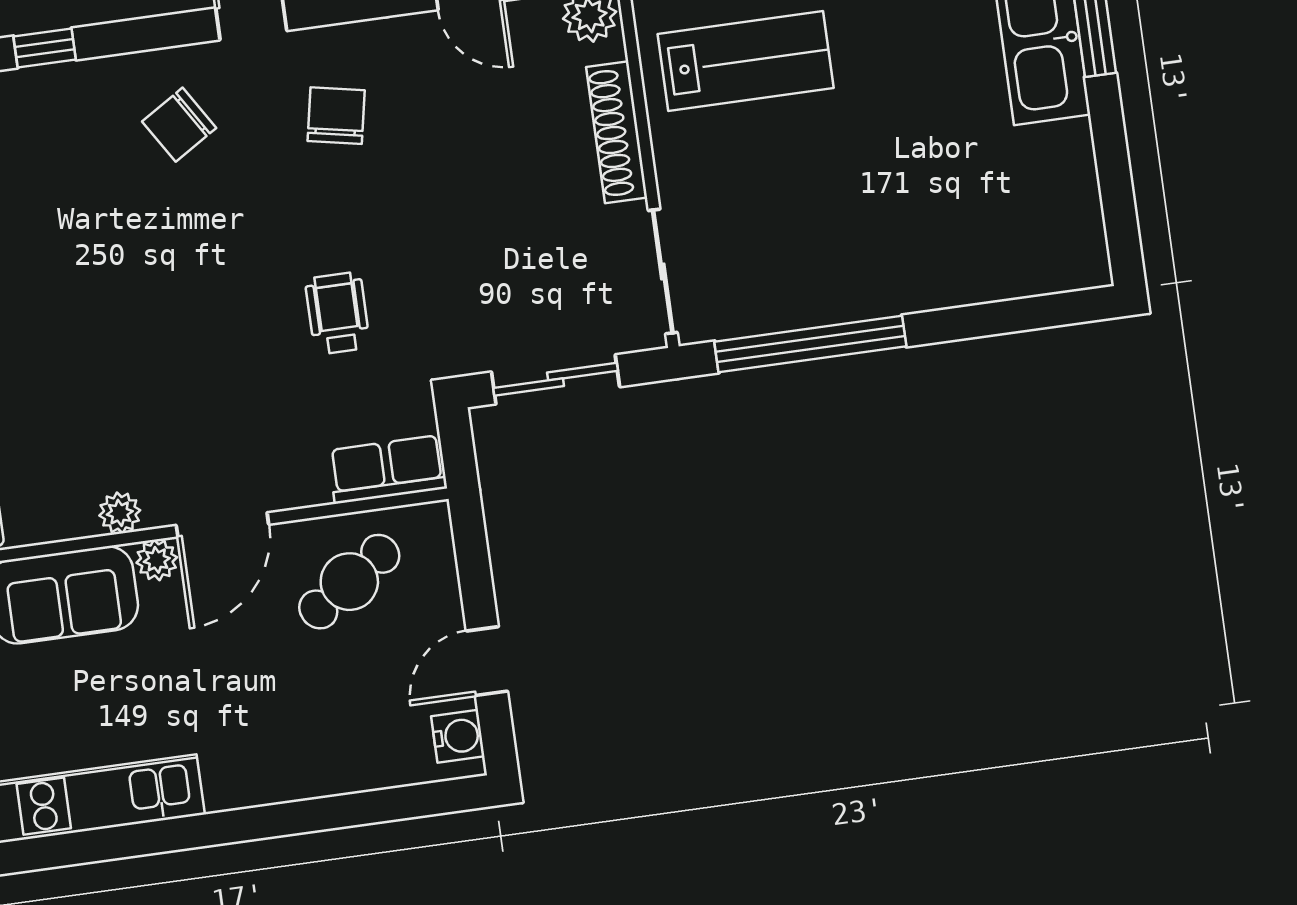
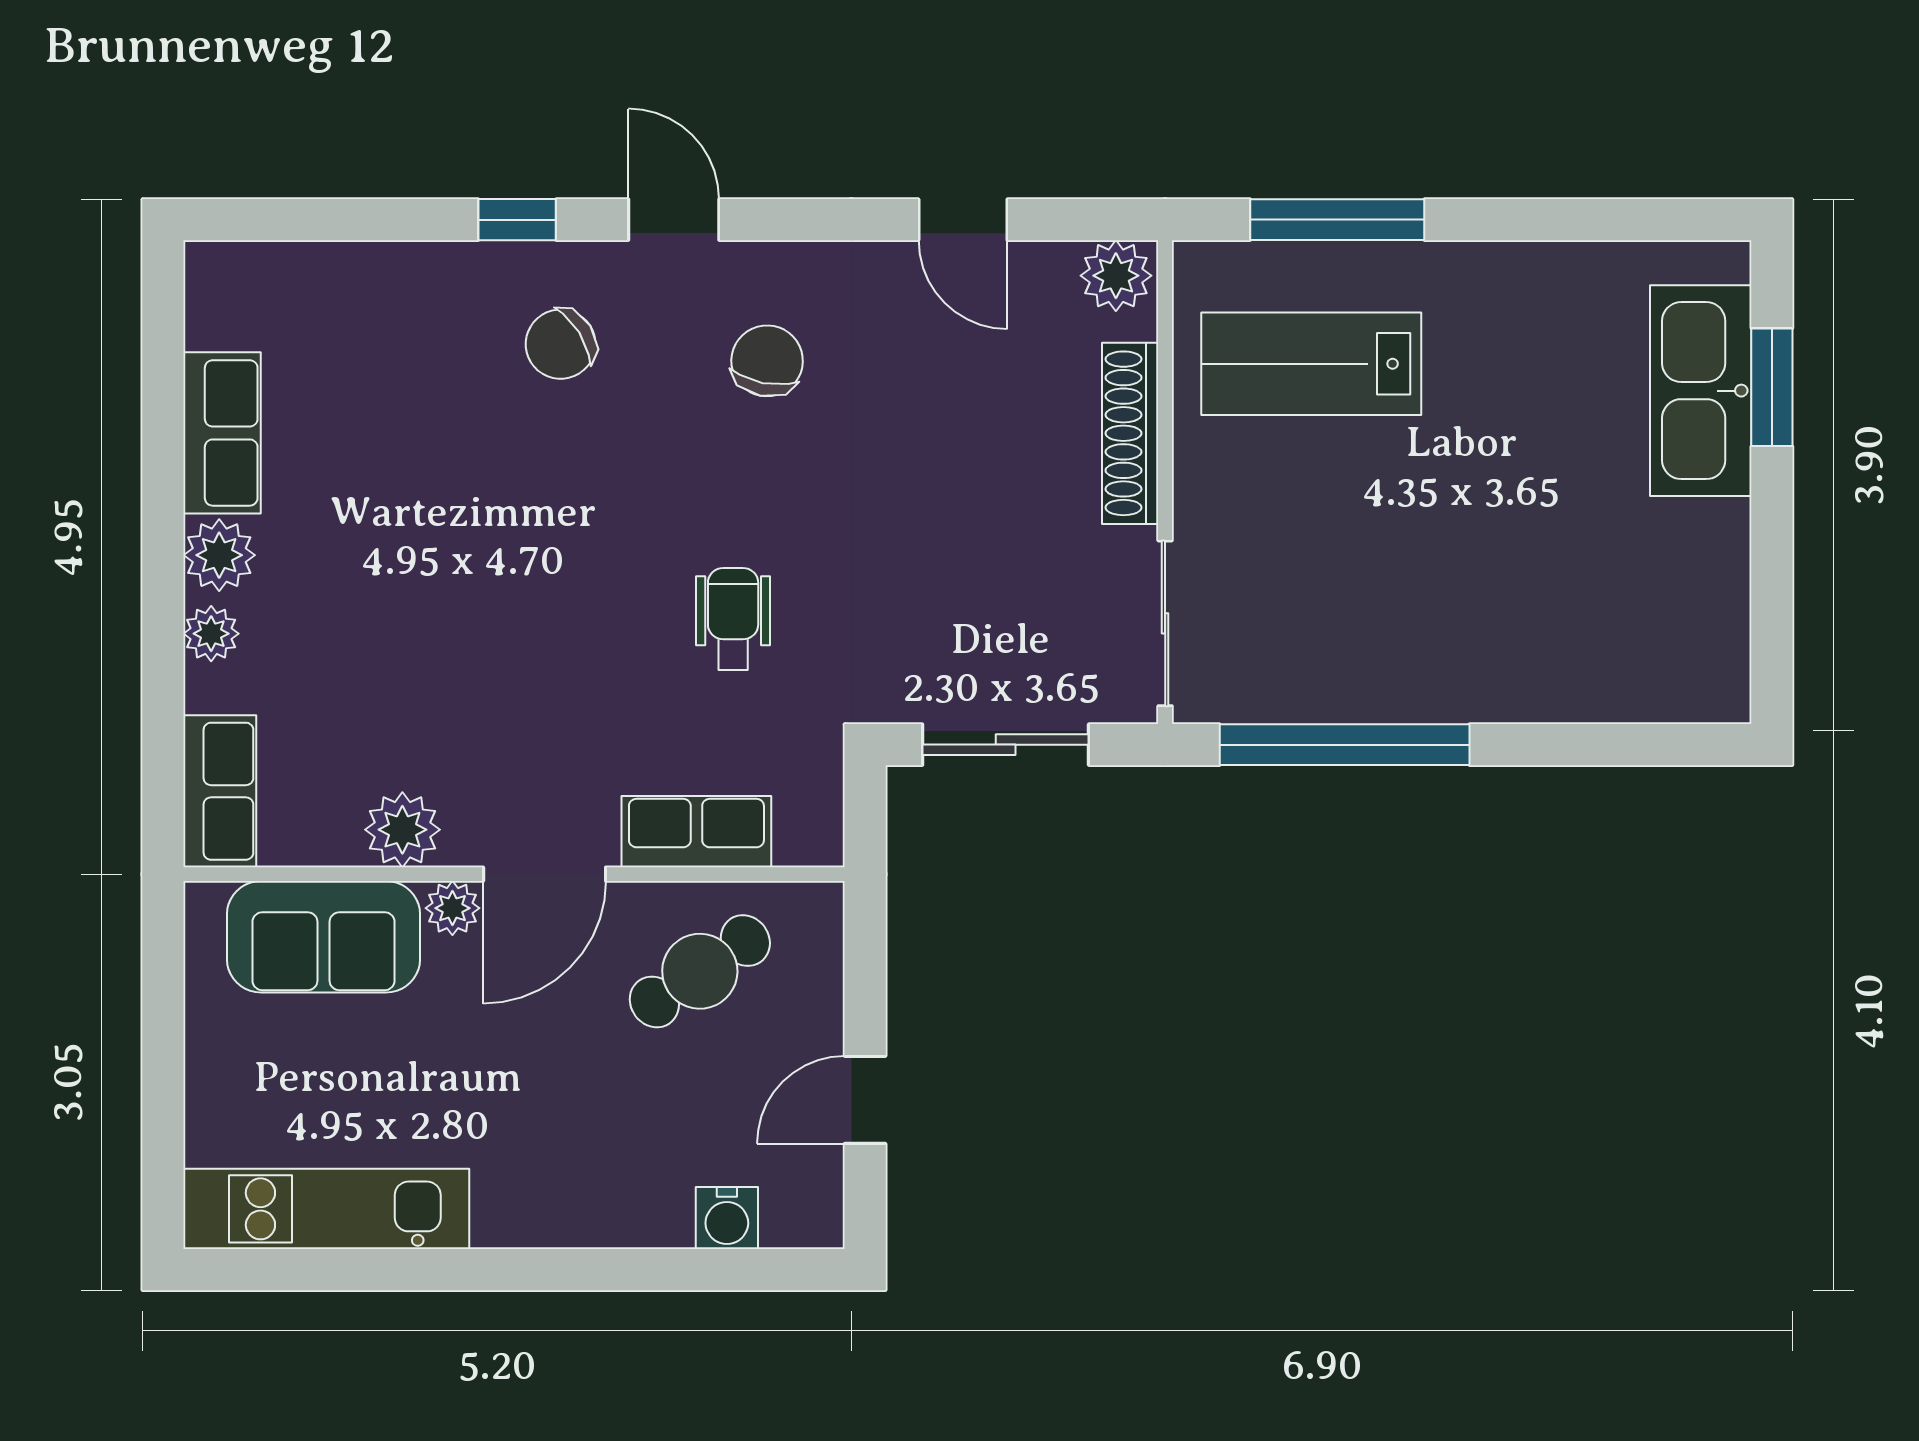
window: (45, 48) -> (517, 220), moved
lab bench: (746, 61) -> (1311, 364), turned 180
row of seats: (387, 469) -> (696, 832), moved
plant: (120, 513) -> (402, 830), width x1.38, depth x1.38
water cooler: (458, 736) -> (727, 1218), moved, turned 90

